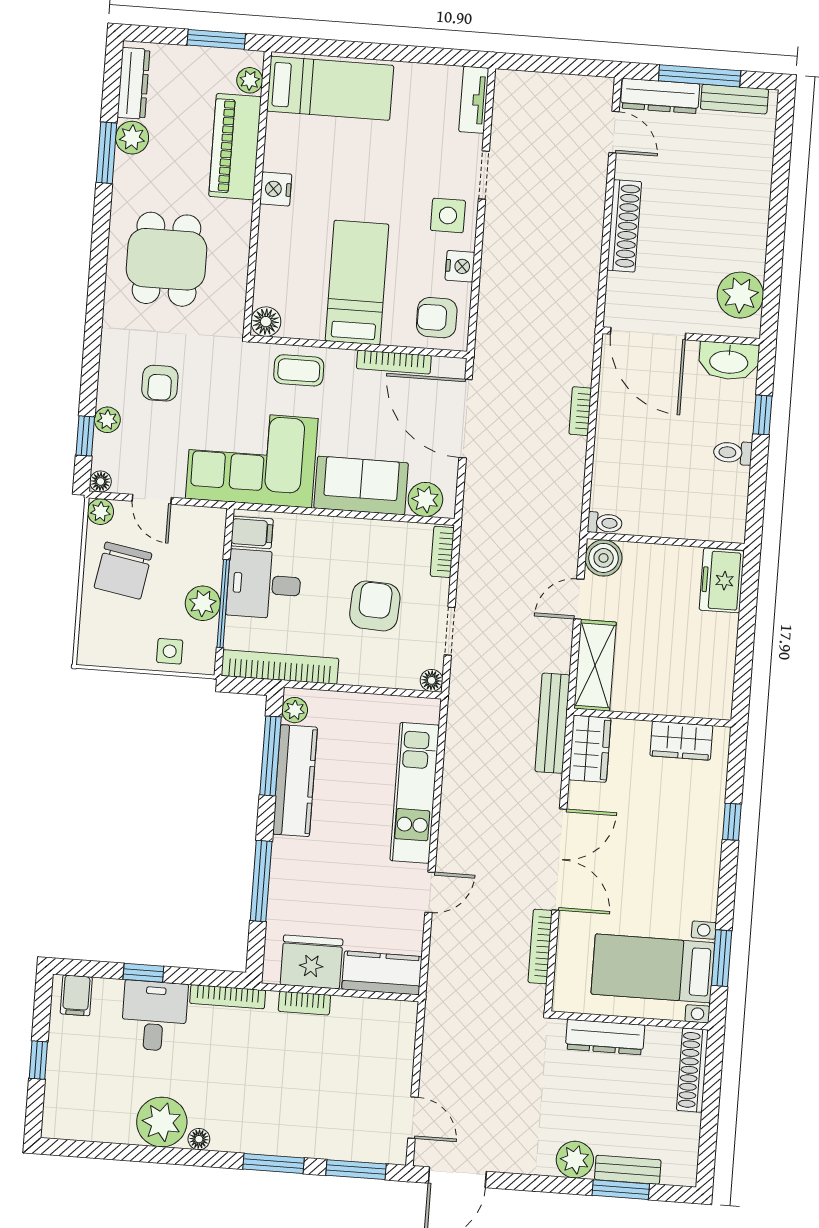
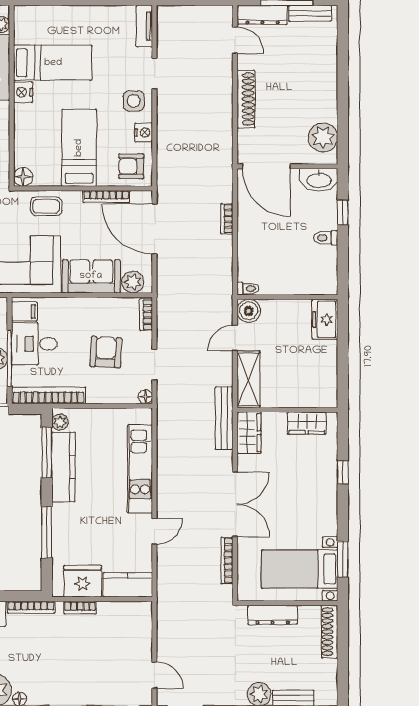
bed: (330, 88) -> (53, 63), moved

